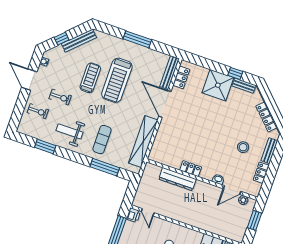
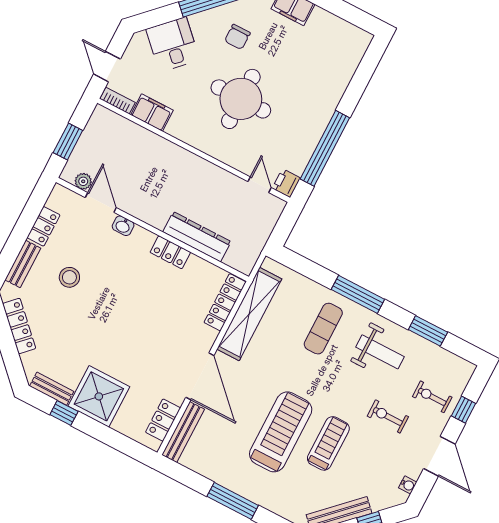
treadmill: (90, 78) -> (328, 443), turned 180
window: (20, 107) -> (464, 410), added
locker: (157, 146) -> (225, 302), added
window: (105, 167) -> (358, 294), moved
door: (232, 190) -> (101, 203), hinge flipped

